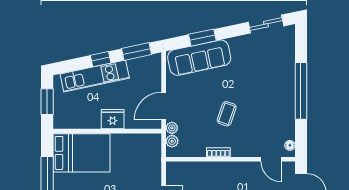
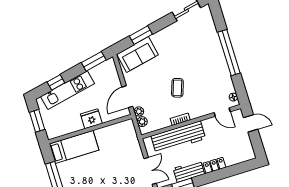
sofa: (199, 58) -> (137, 55), width x0.73
window: (101, 59) -> (56, 82), moved
bed: (82, 153) -> (74, 147), width x0.67
workbench: (209, 173) -> (178, 137), added

